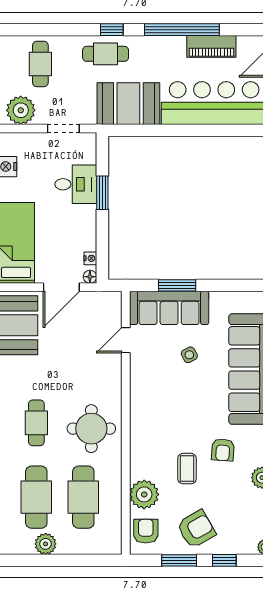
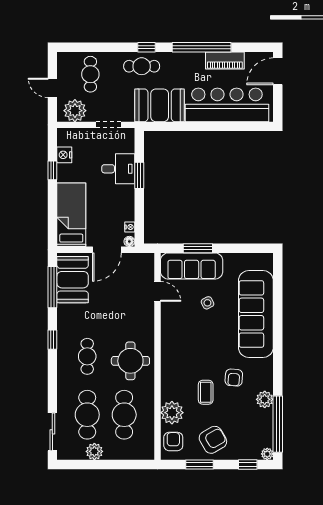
door: (126, 340) -> (157, 291), swing flipped
window: (224, 560) -> (248, 464), moved

